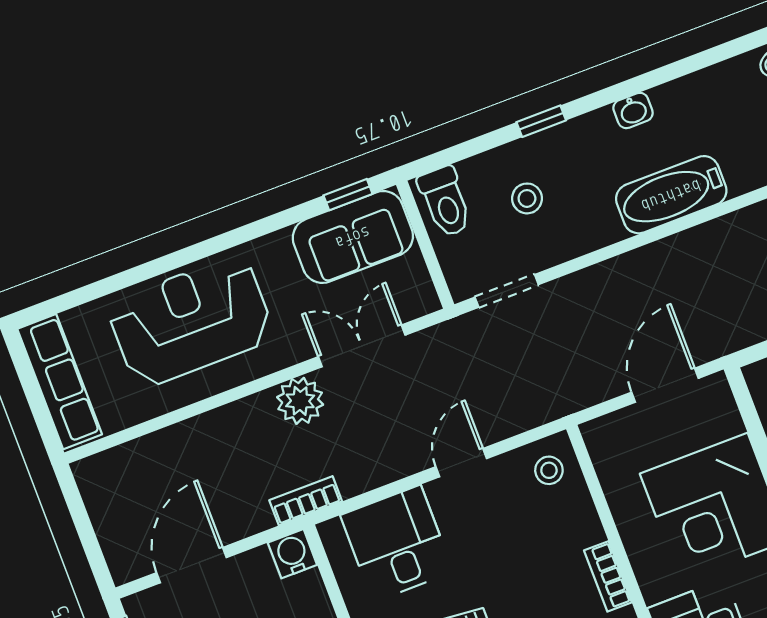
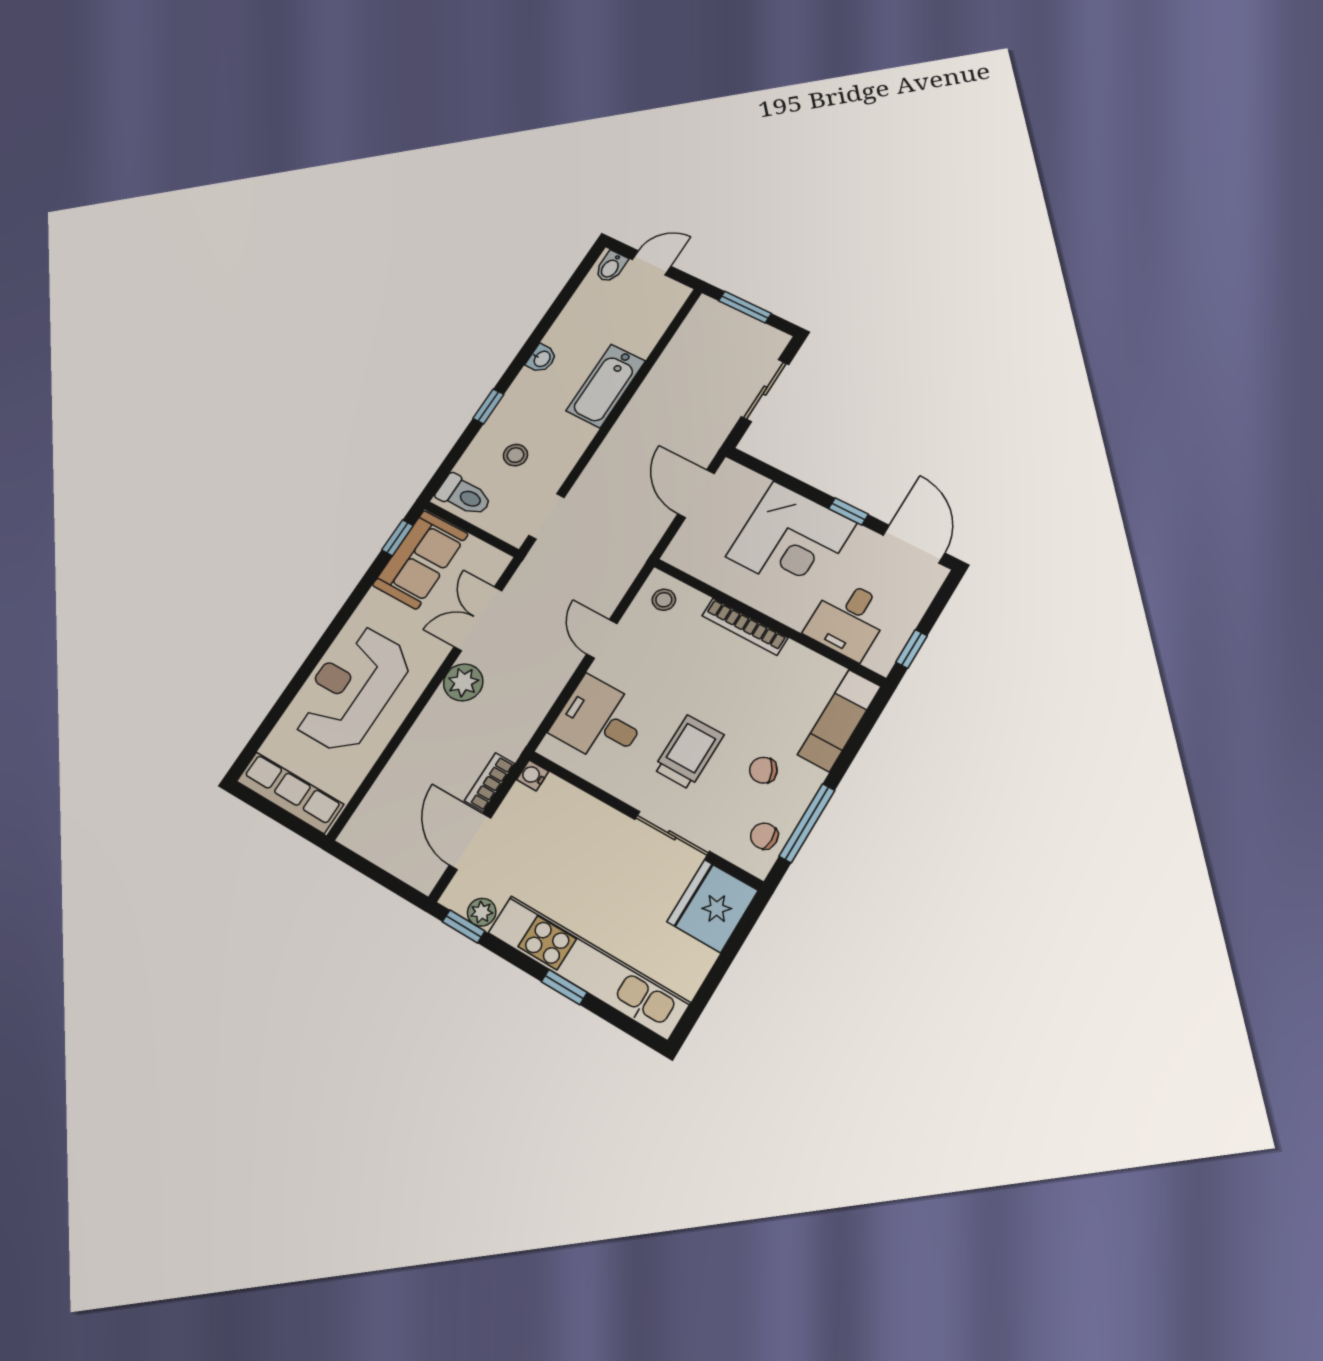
bookcase: (306, 501) -> (490, 782), moved
water cooler: (292, 554) -> (533, 775), width x0.72, depth x0.72
bookcase: (608, 576) -> (745, 627), width x1.56

